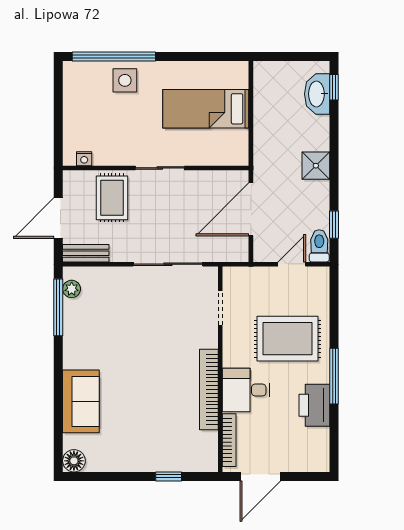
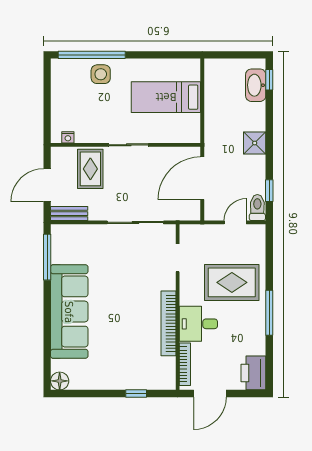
plant: (72, 289) -> (58, 242), removed
sofa: (81, 401) -> (69, 312), width x1.85, depth x1.27
printer: (314, 405) -> (253, 373), moved

